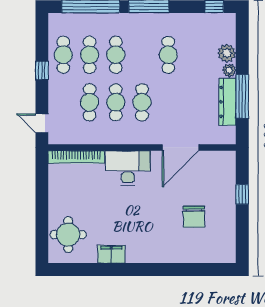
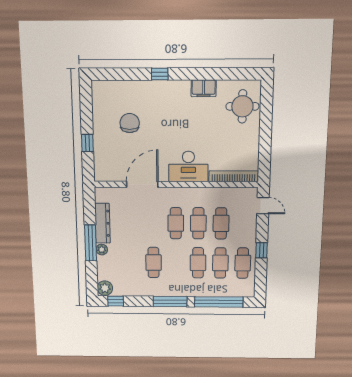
plant: (227, 53) -> (105, 288), moved
window: (242, 96) -> (91, 243), moved
window: (160, 269) -> (160, 74), added

